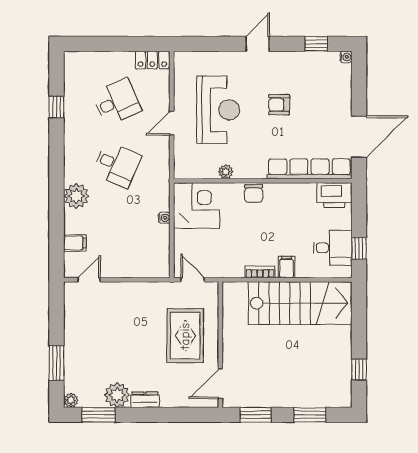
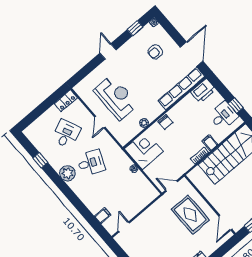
armchair: (279, 105) -> (155, 52), moved
plant: (76, 196) -> (68, 173), moved

